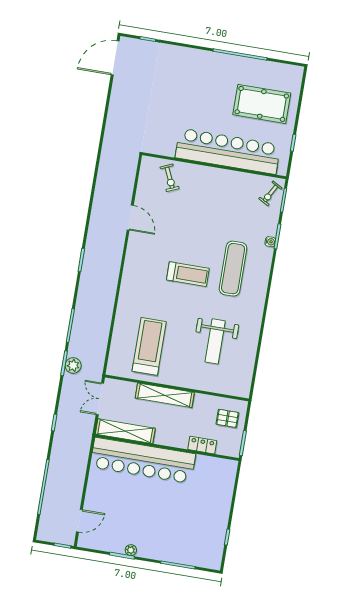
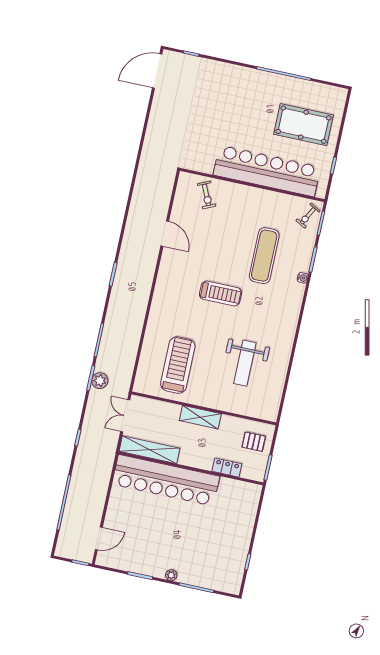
water cooler: (270, 242) -> (303, 278), moved
exercise mat: (233, 269) -> (264, 256), moved
shelving: (165, 395) -> (200, 417), width x0.68
plant: (131, 550) -> (171, 575), moved

